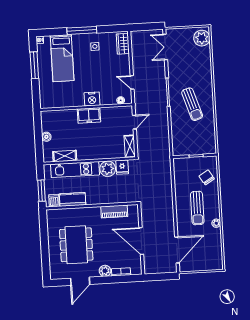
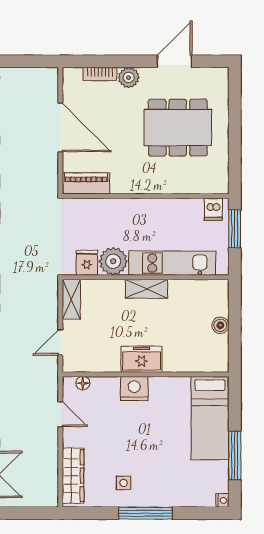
wardrobe: (123, 44) -> (73, 476), width x1.50
bed: (62, 58) -> (210, 418), moved, turned 180
shelving: (65, 156) -> (146, 289), moved
kitchen counter: (73, 199) -> (180, 210), removed
piano: (114, 212) -> (86, 183), moved
dining table: (76, 245) -> (178, 128), turned 90

